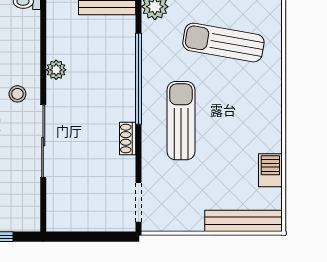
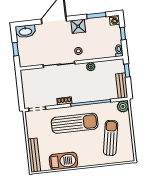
sun lounger: (181, 121) -> (75, 123), width x1.36, depth x1.34
barbecue: (270, 170) -> (63, 161), width x1.88, depth x1.53

